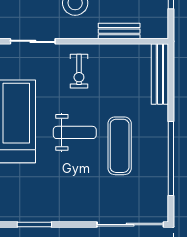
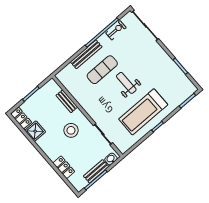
exercise bike: (79, 71) -> (116, 30), moved
bench: (160, 74) -> (86, 54), moved
exercise mat: (120, 146) -> (102, 70), moved

